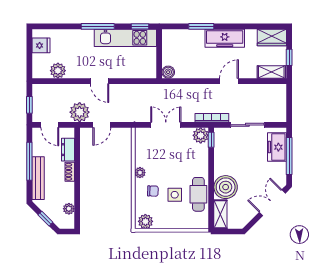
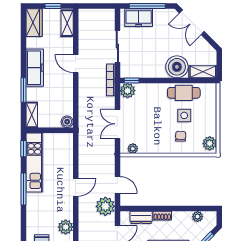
shelving: (175, 35) -> (32, 115), added
plant: (140, 173) -> (133, 149), moved

